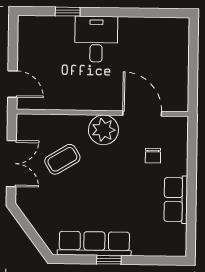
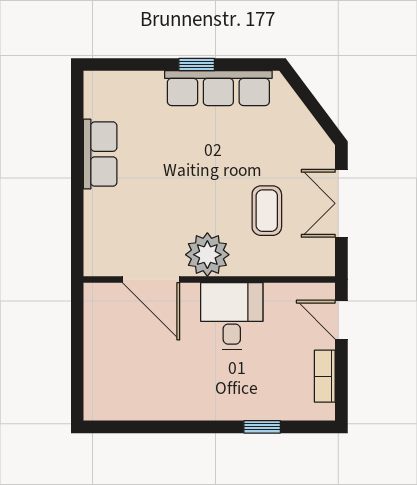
desk: (96, 39) -> (232, 316), moved, turned 180
bookcase: (24, 46) -> (325, 376), added
chair: (153, 156) -> (134, 218), removed
coffee table: (62, 159) -> (267, 211), turned -59

